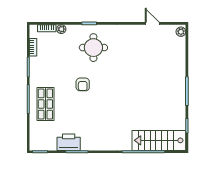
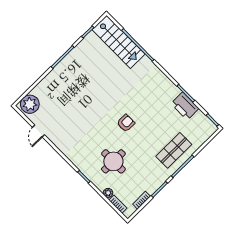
plant: (181, 32) -> (30, 104), width x1.87, depth x1.87
round table: (93, 48) -> (113, 161), moved
armchair: (83, 84) -> (126, 123), moved

